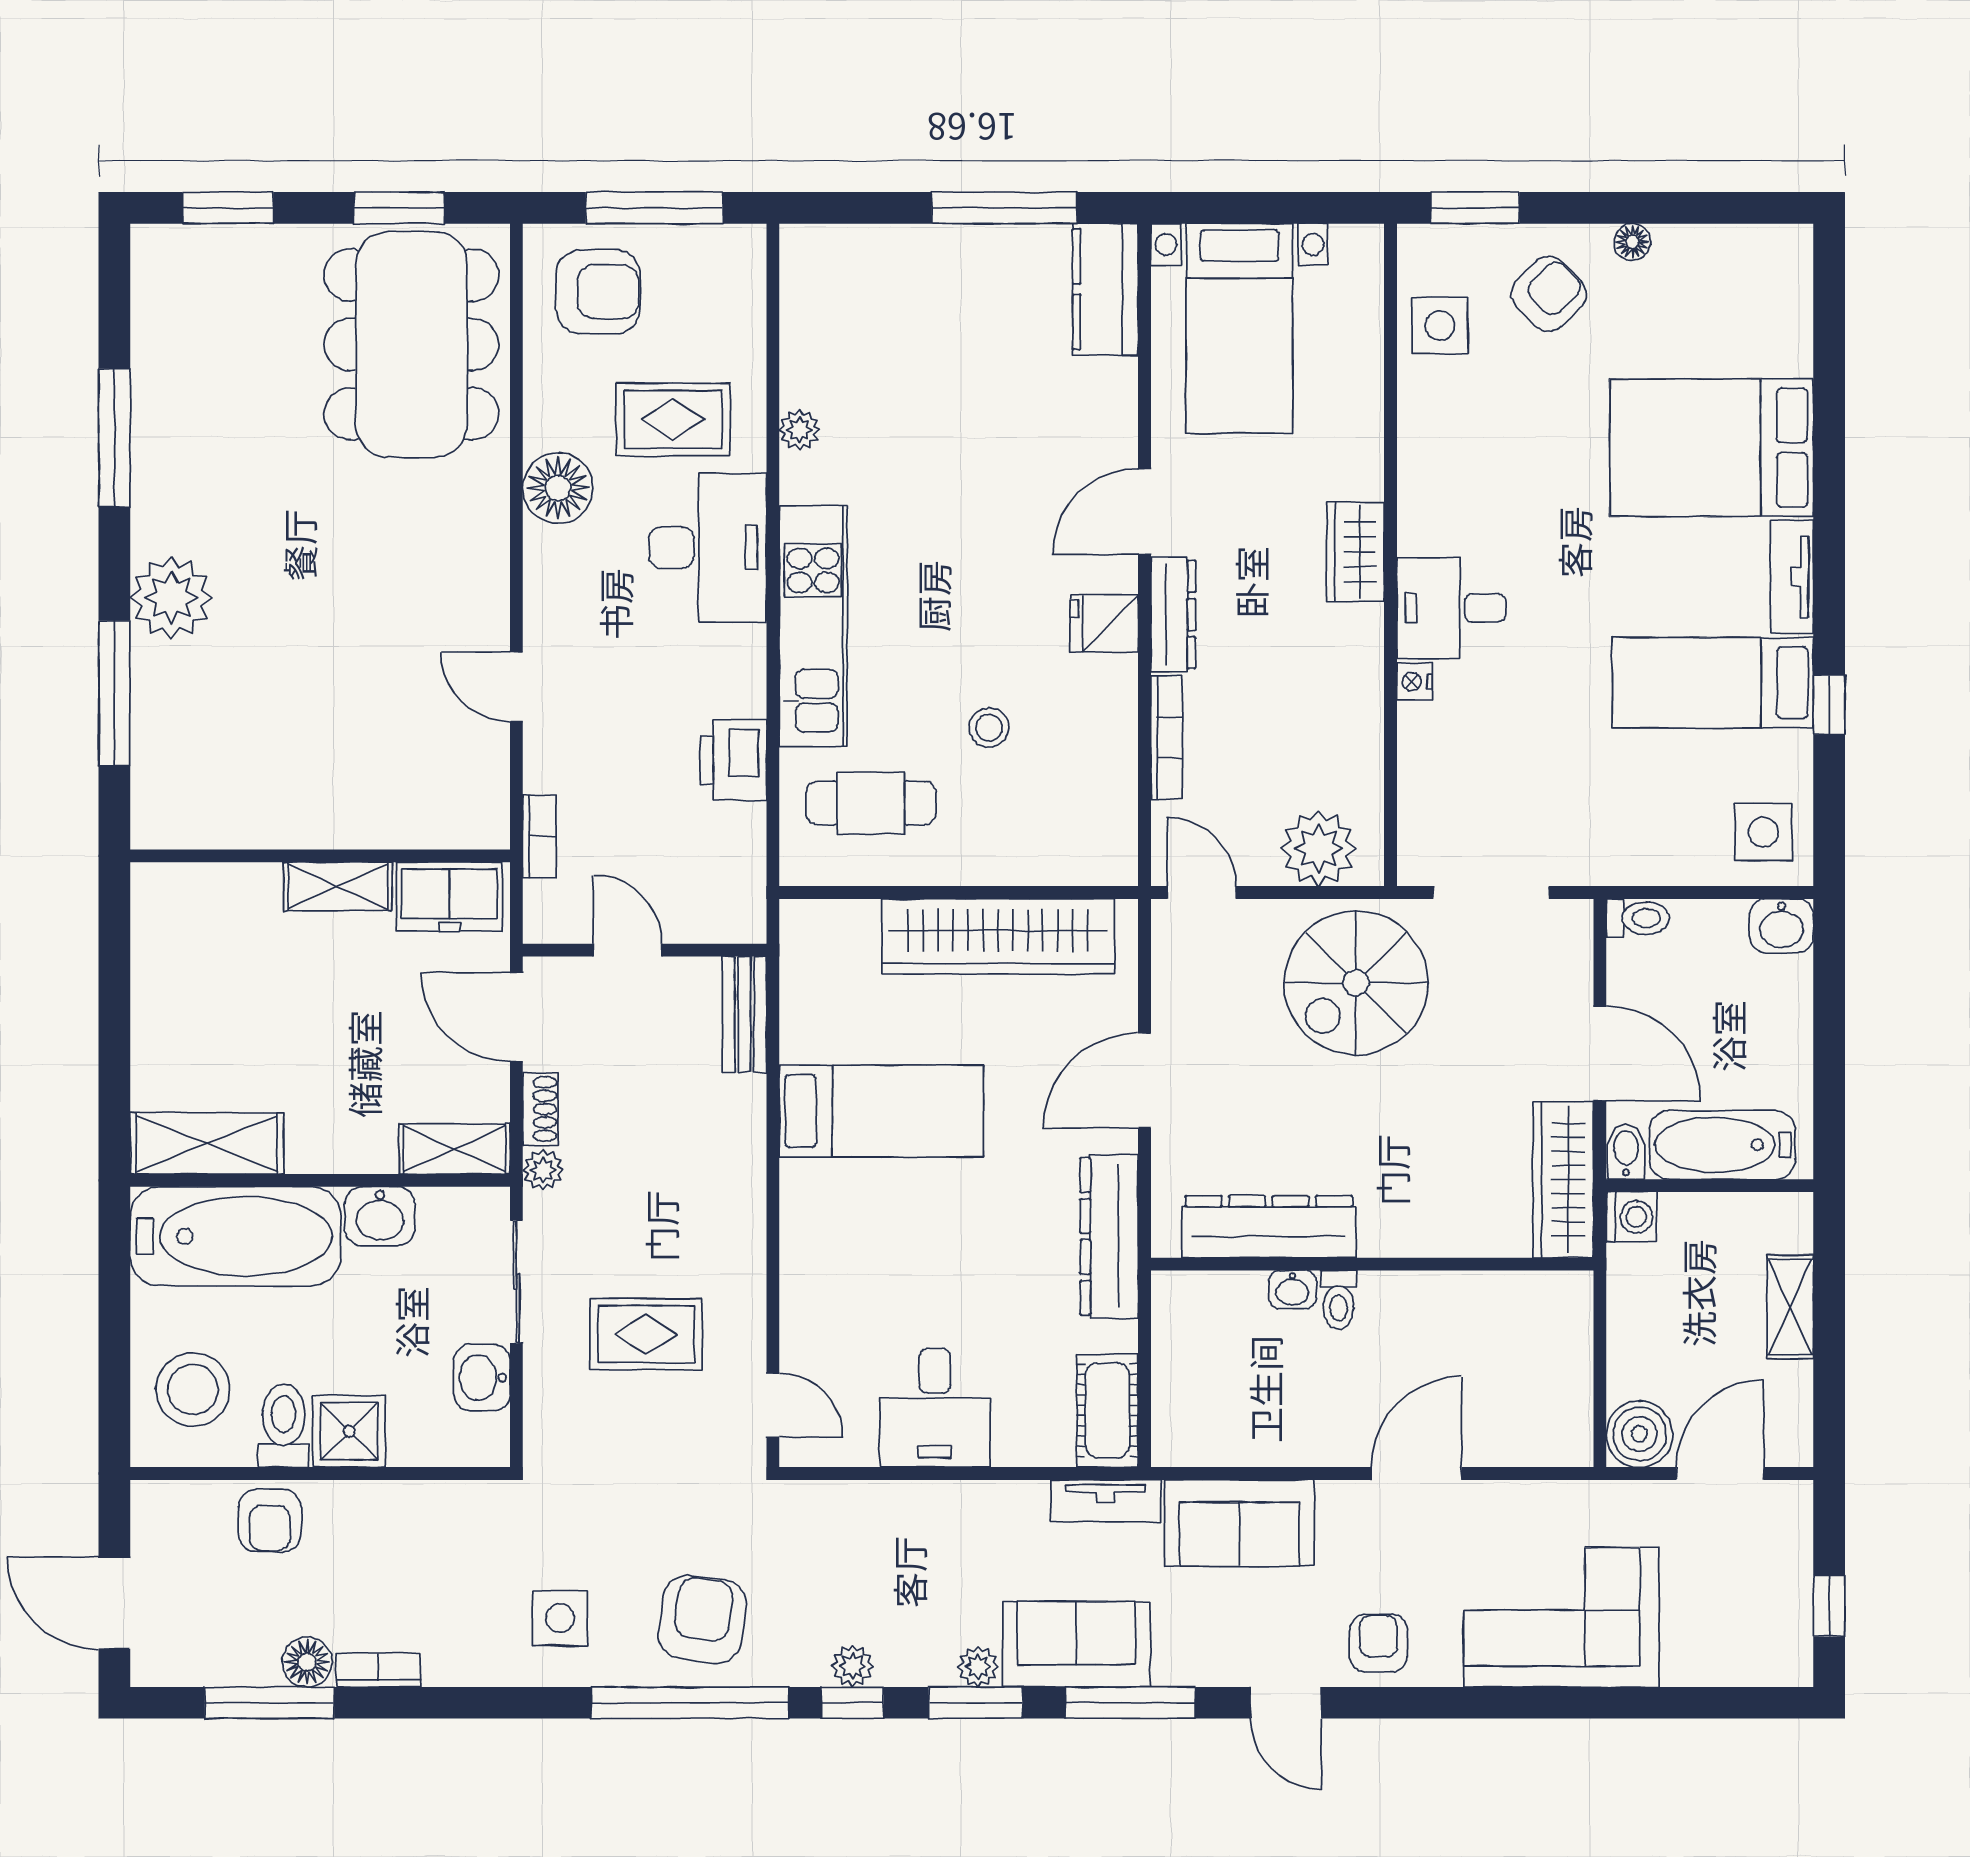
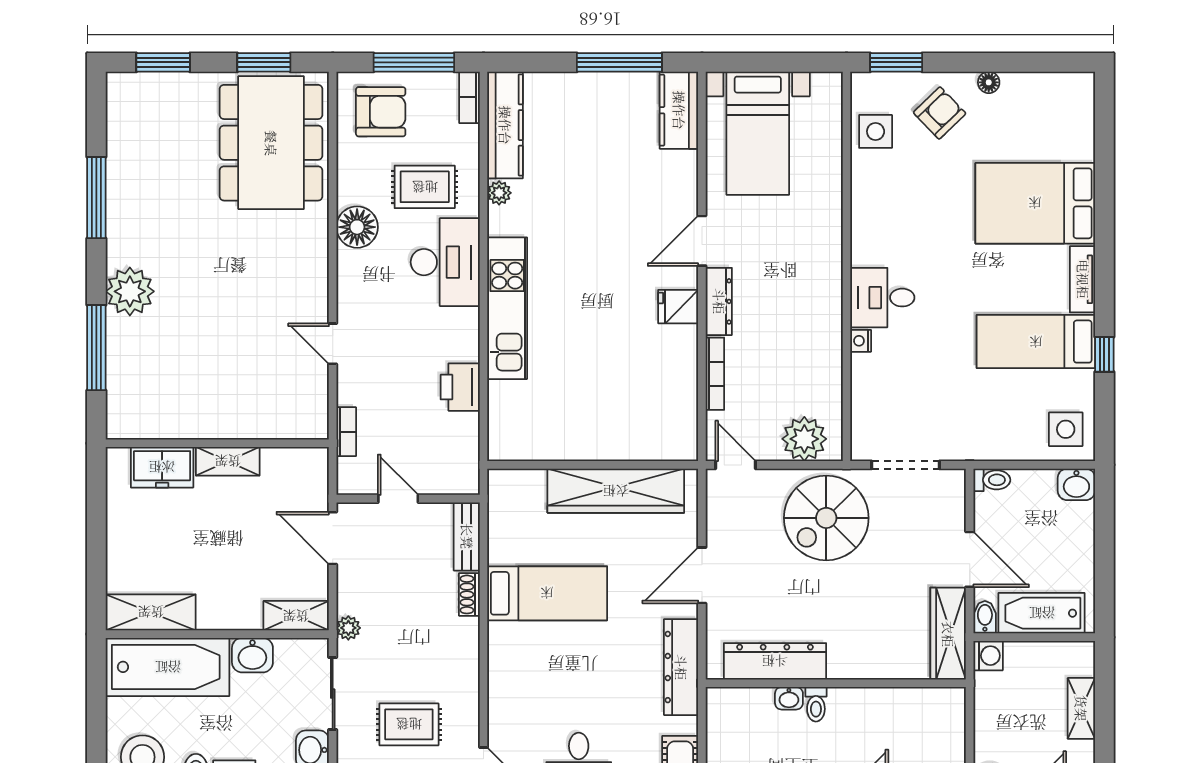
bookcase: (749, 267) -> (469, 97), added
kitchen counter: (809, 314) -> (505, 125), added
wardrobe: (1355, 552) -> (826, 265), removed
stool: (989, 728) -> (610, 368), removed
cafe table: (871, 803) -> (541, 412), removed
freezer: (449, 897) -> (162, 467), moved
shoe rack: (540, 1109) -> (469, 594), moved, turned 180

